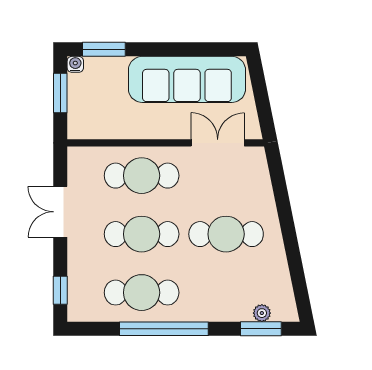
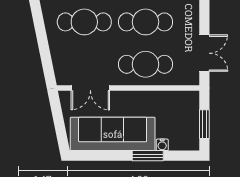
window: (104, 49) -> (148, 156), moved
water cooler: (75, 64) -> (162, 145), moved
double door: (60, 212) -> (204, 53), moved

